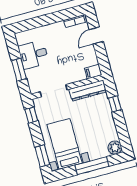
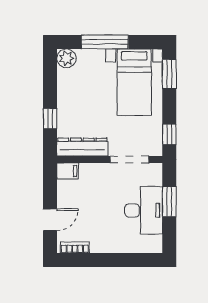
desk: (33, 55) -> (144, 210), width x1.37

